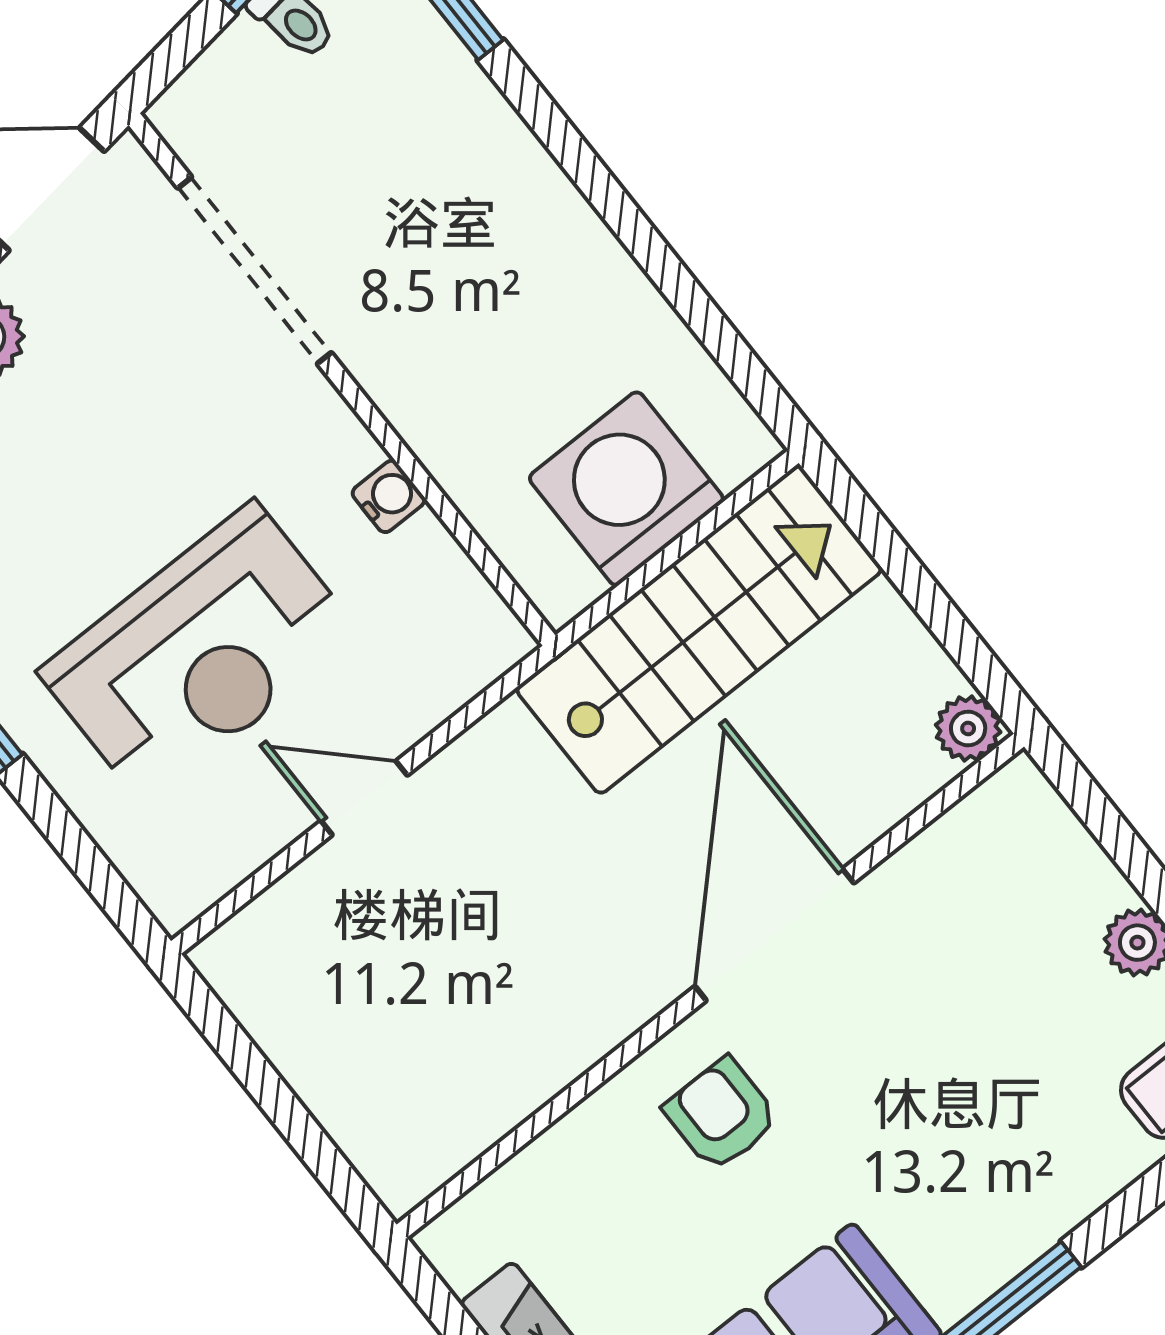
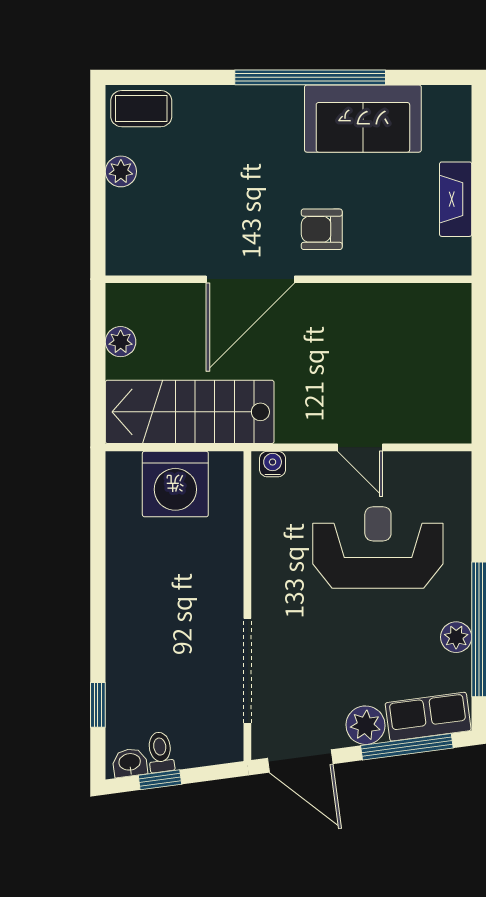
water cooler: (389, 496) -> (273, 464), moved, turned 90
plant: (968, 728) -> (121, 342), moved
armchair: (721, 1114) -> (322, 229), turned 90

